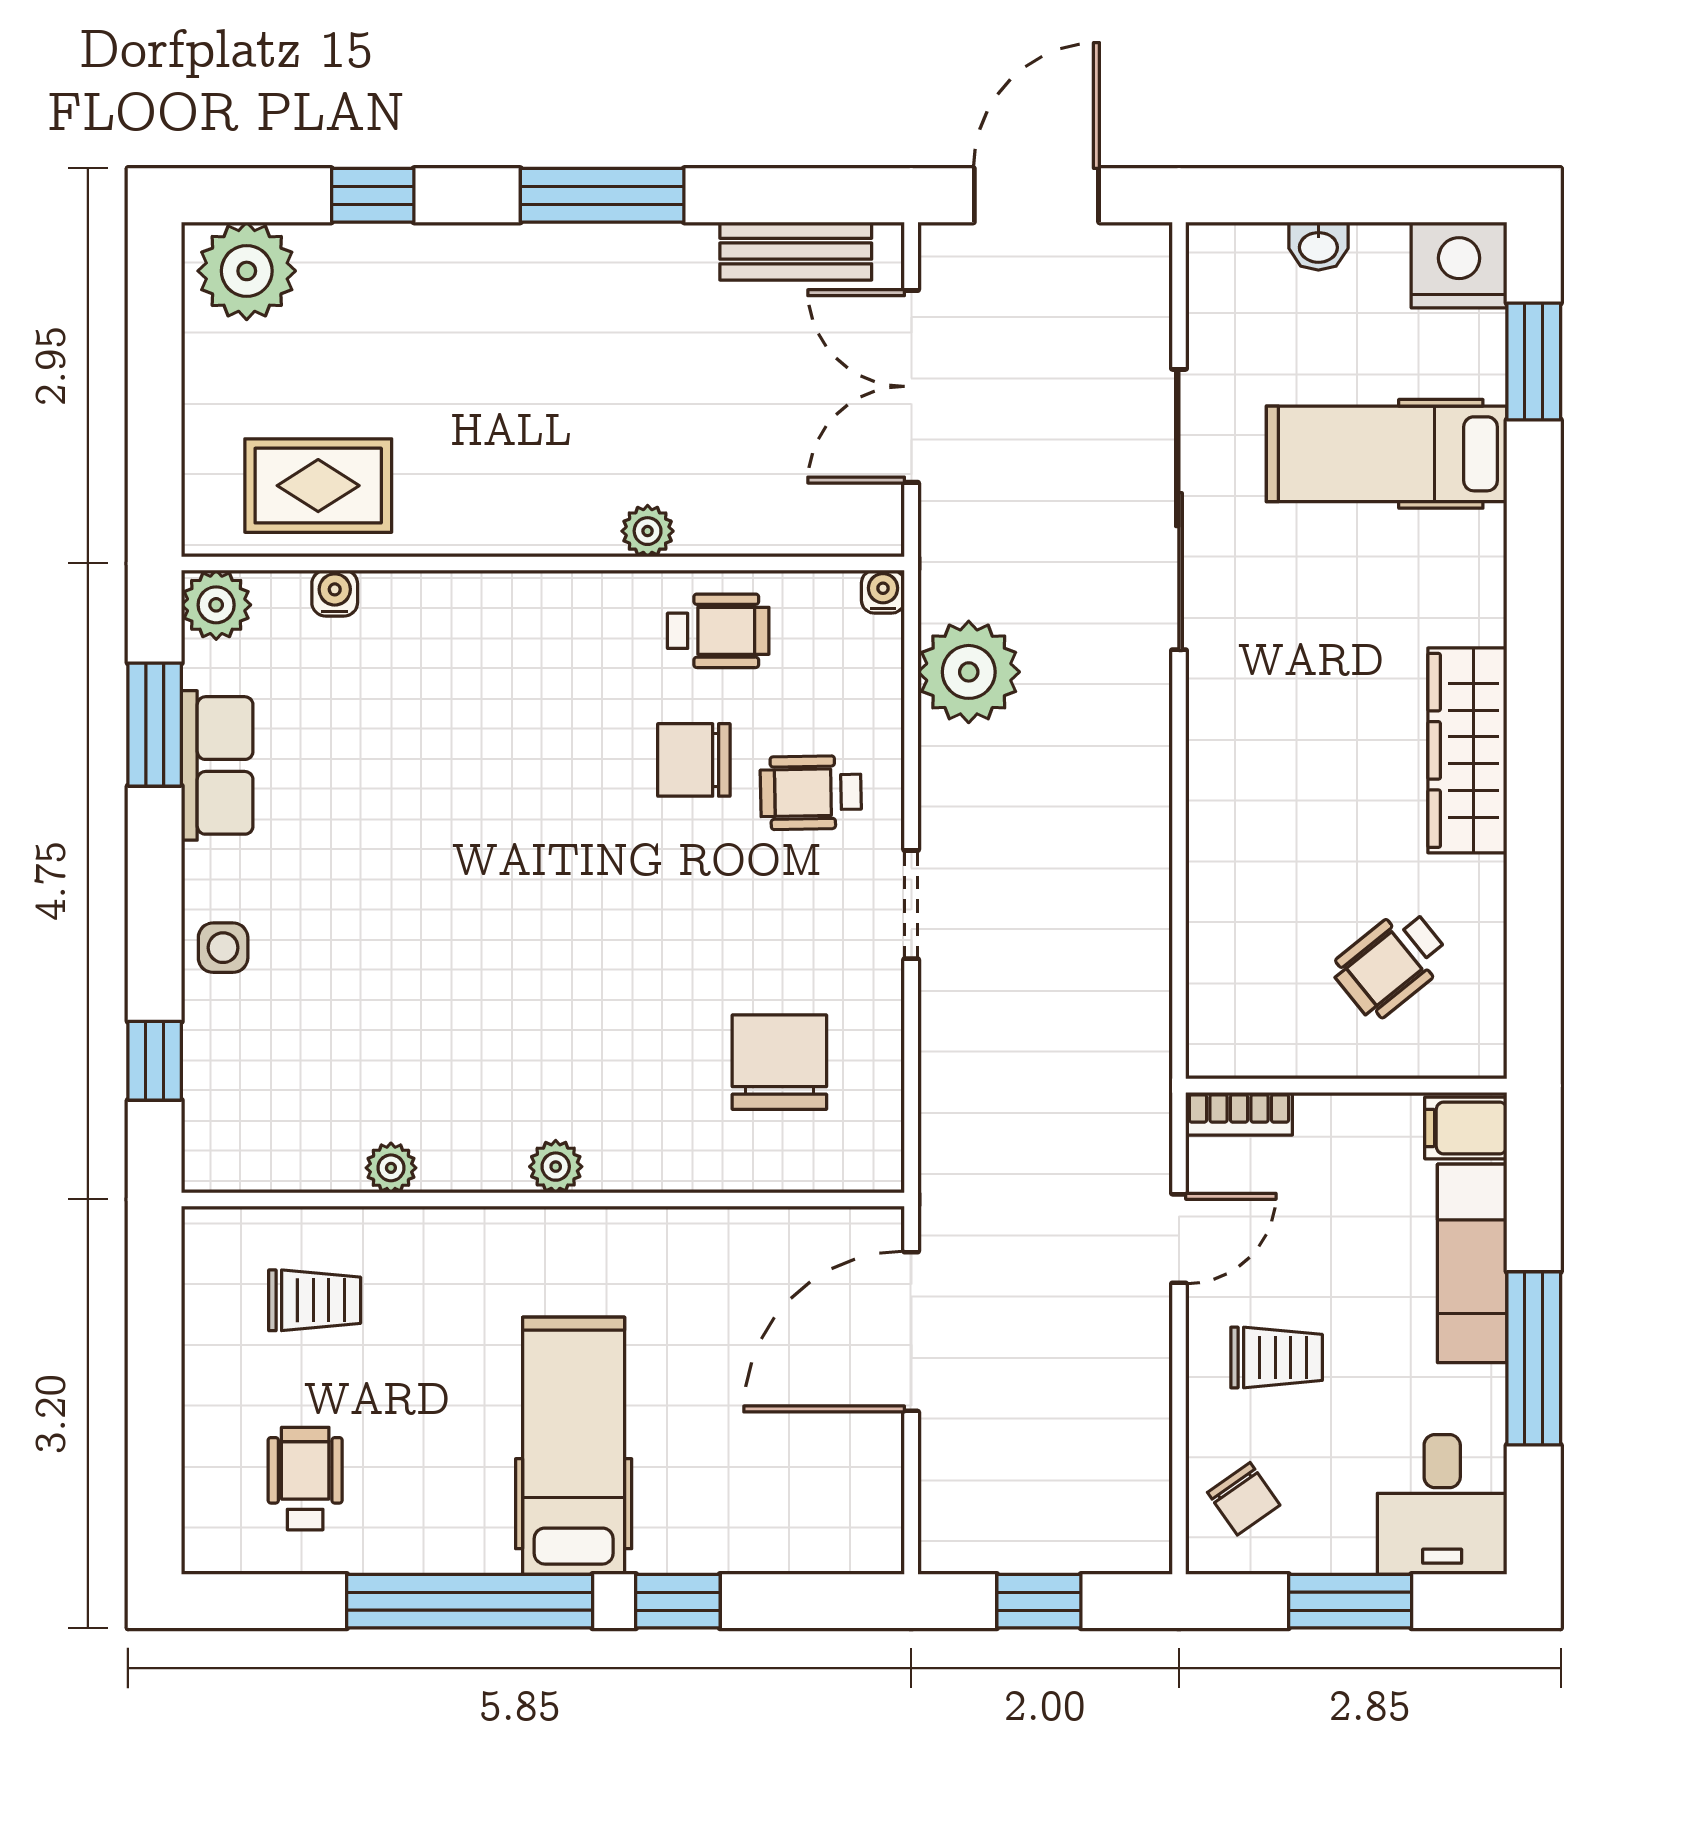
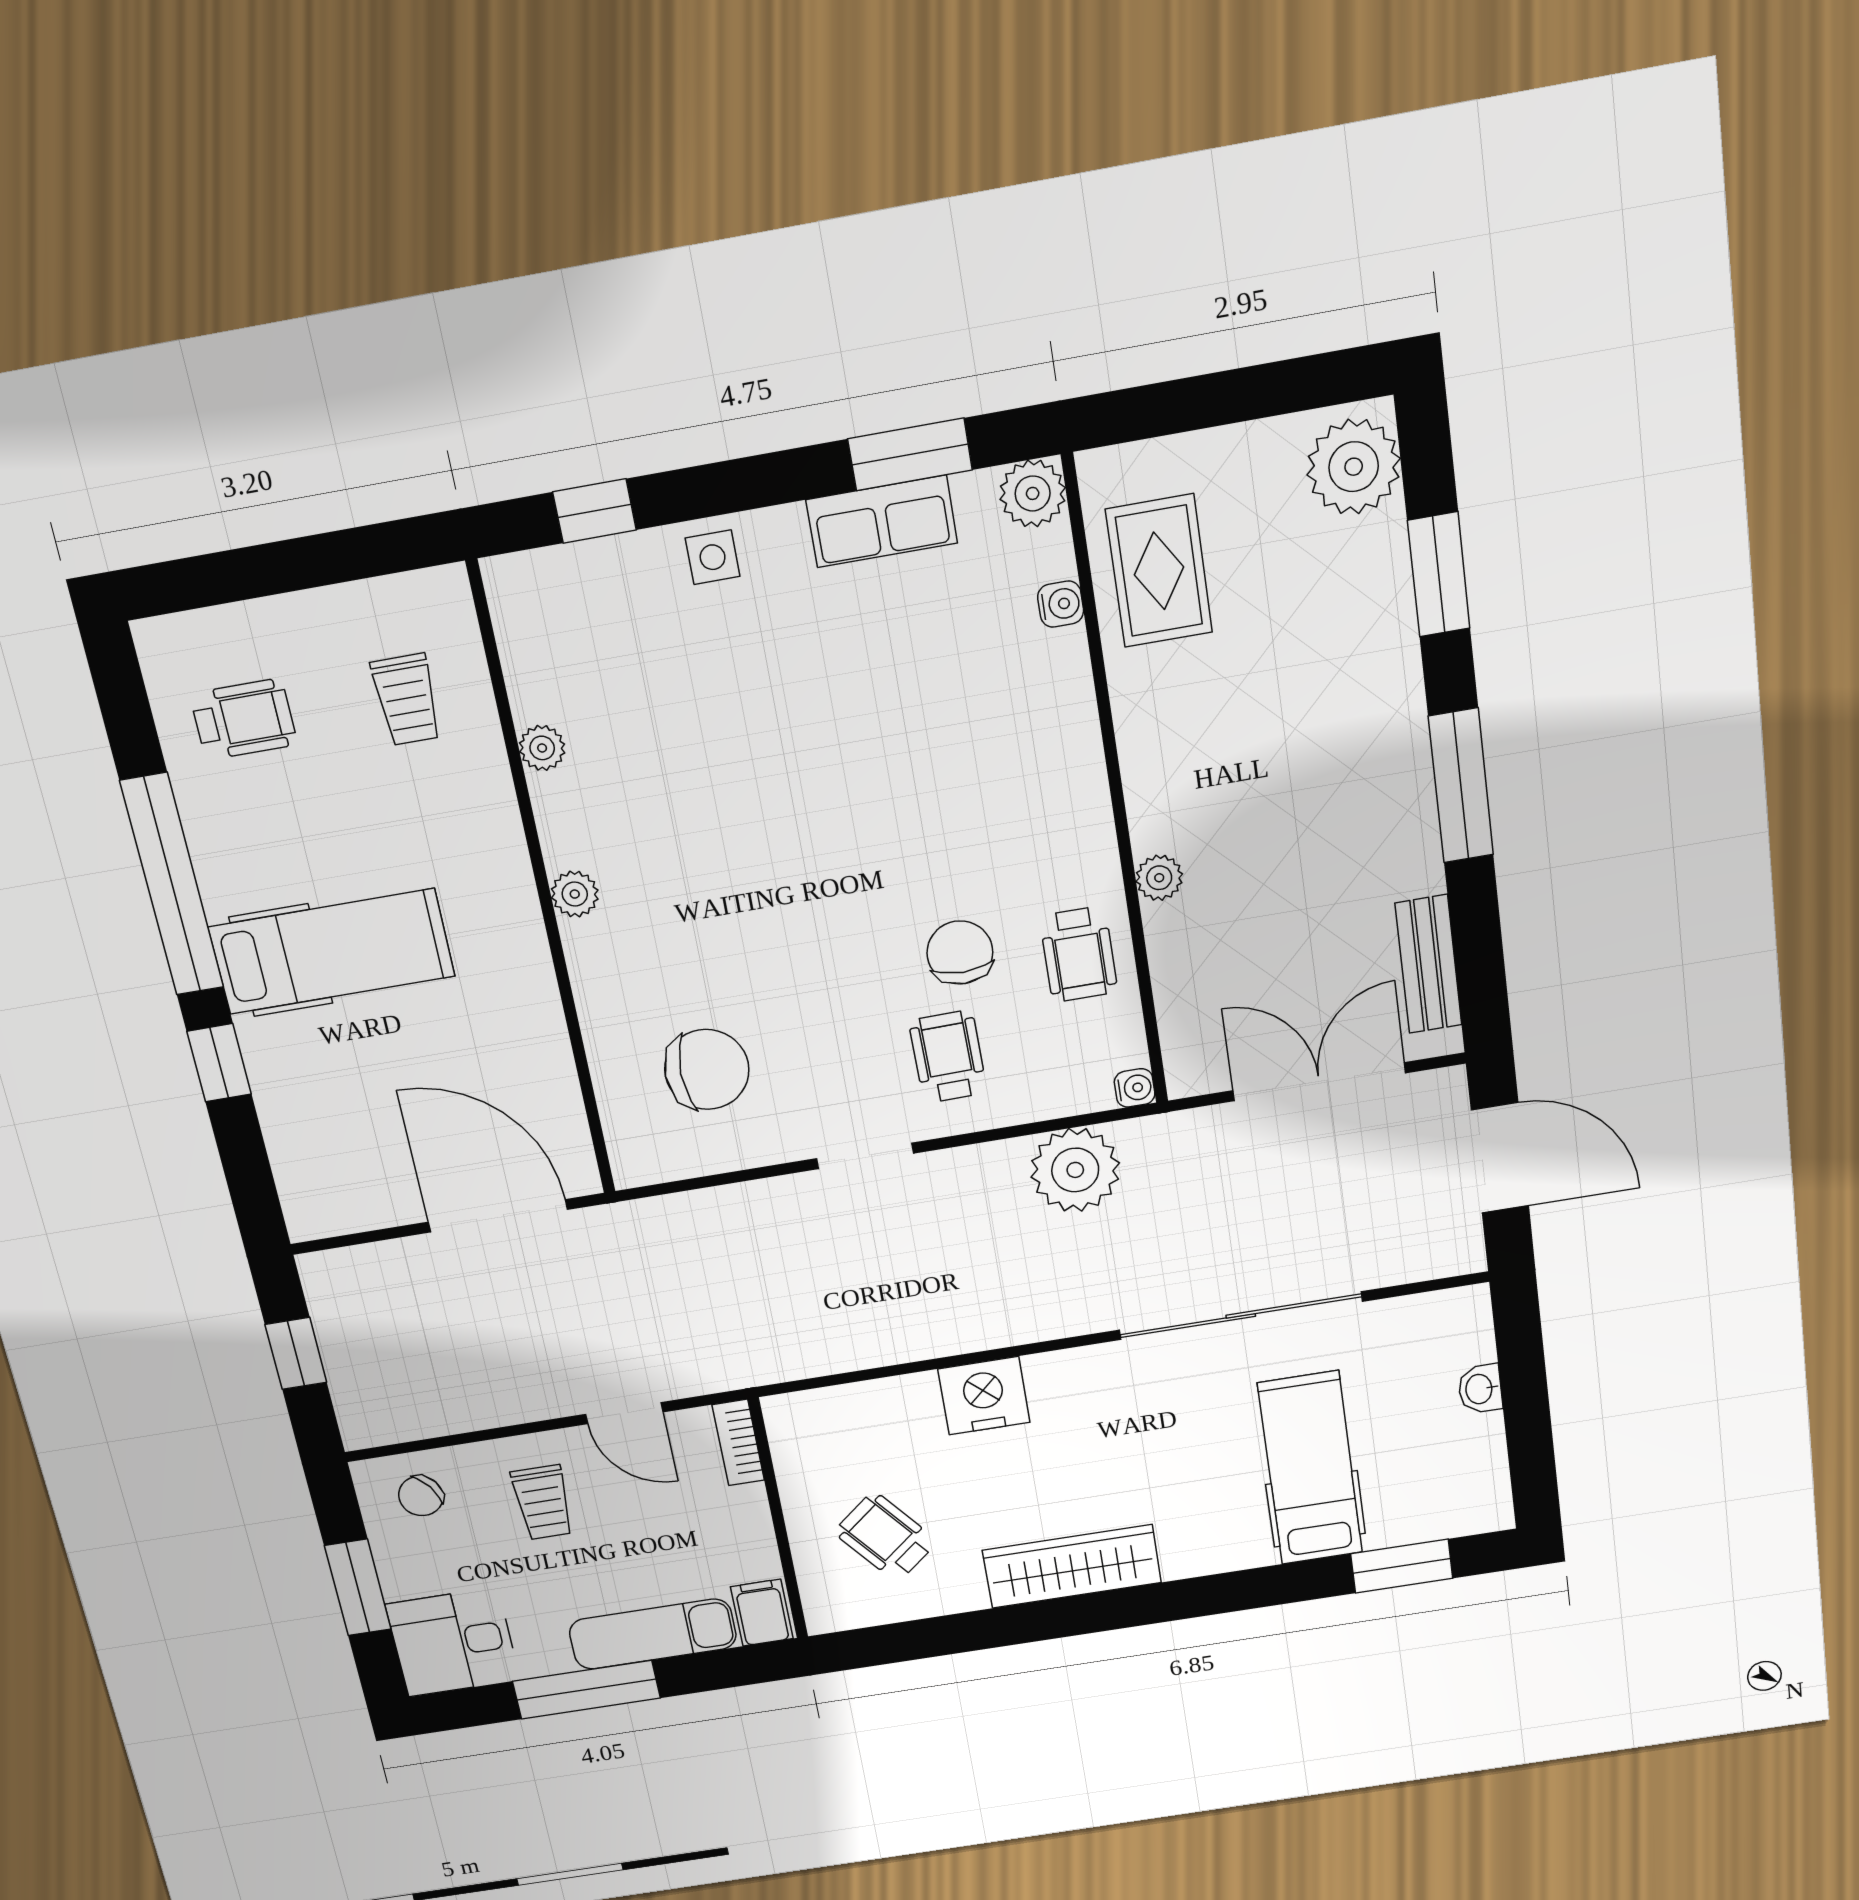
window: (373, 195) -> (1439, 574), width x1.50
nightstand: (1459, 265) -> (984, 1396), moved, turned -90

